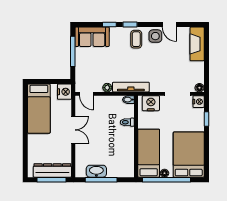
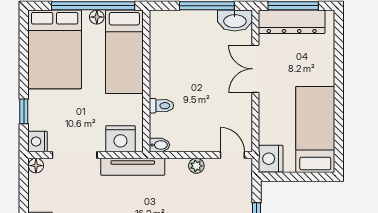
tv unit: (131, 87) -> (133, 167), moved
double door: (73, 130) -> (255, 69), moved
washbasin: (96, 171) -> (235, 21), moved

